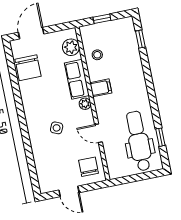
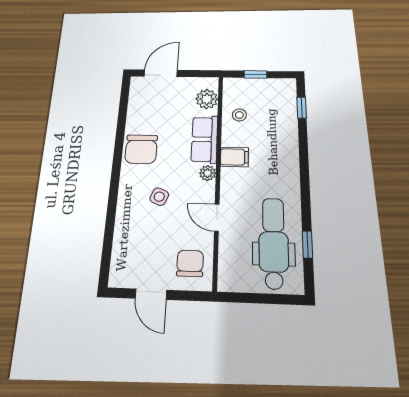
chair: (28, 68) -> (141, 149), moved

